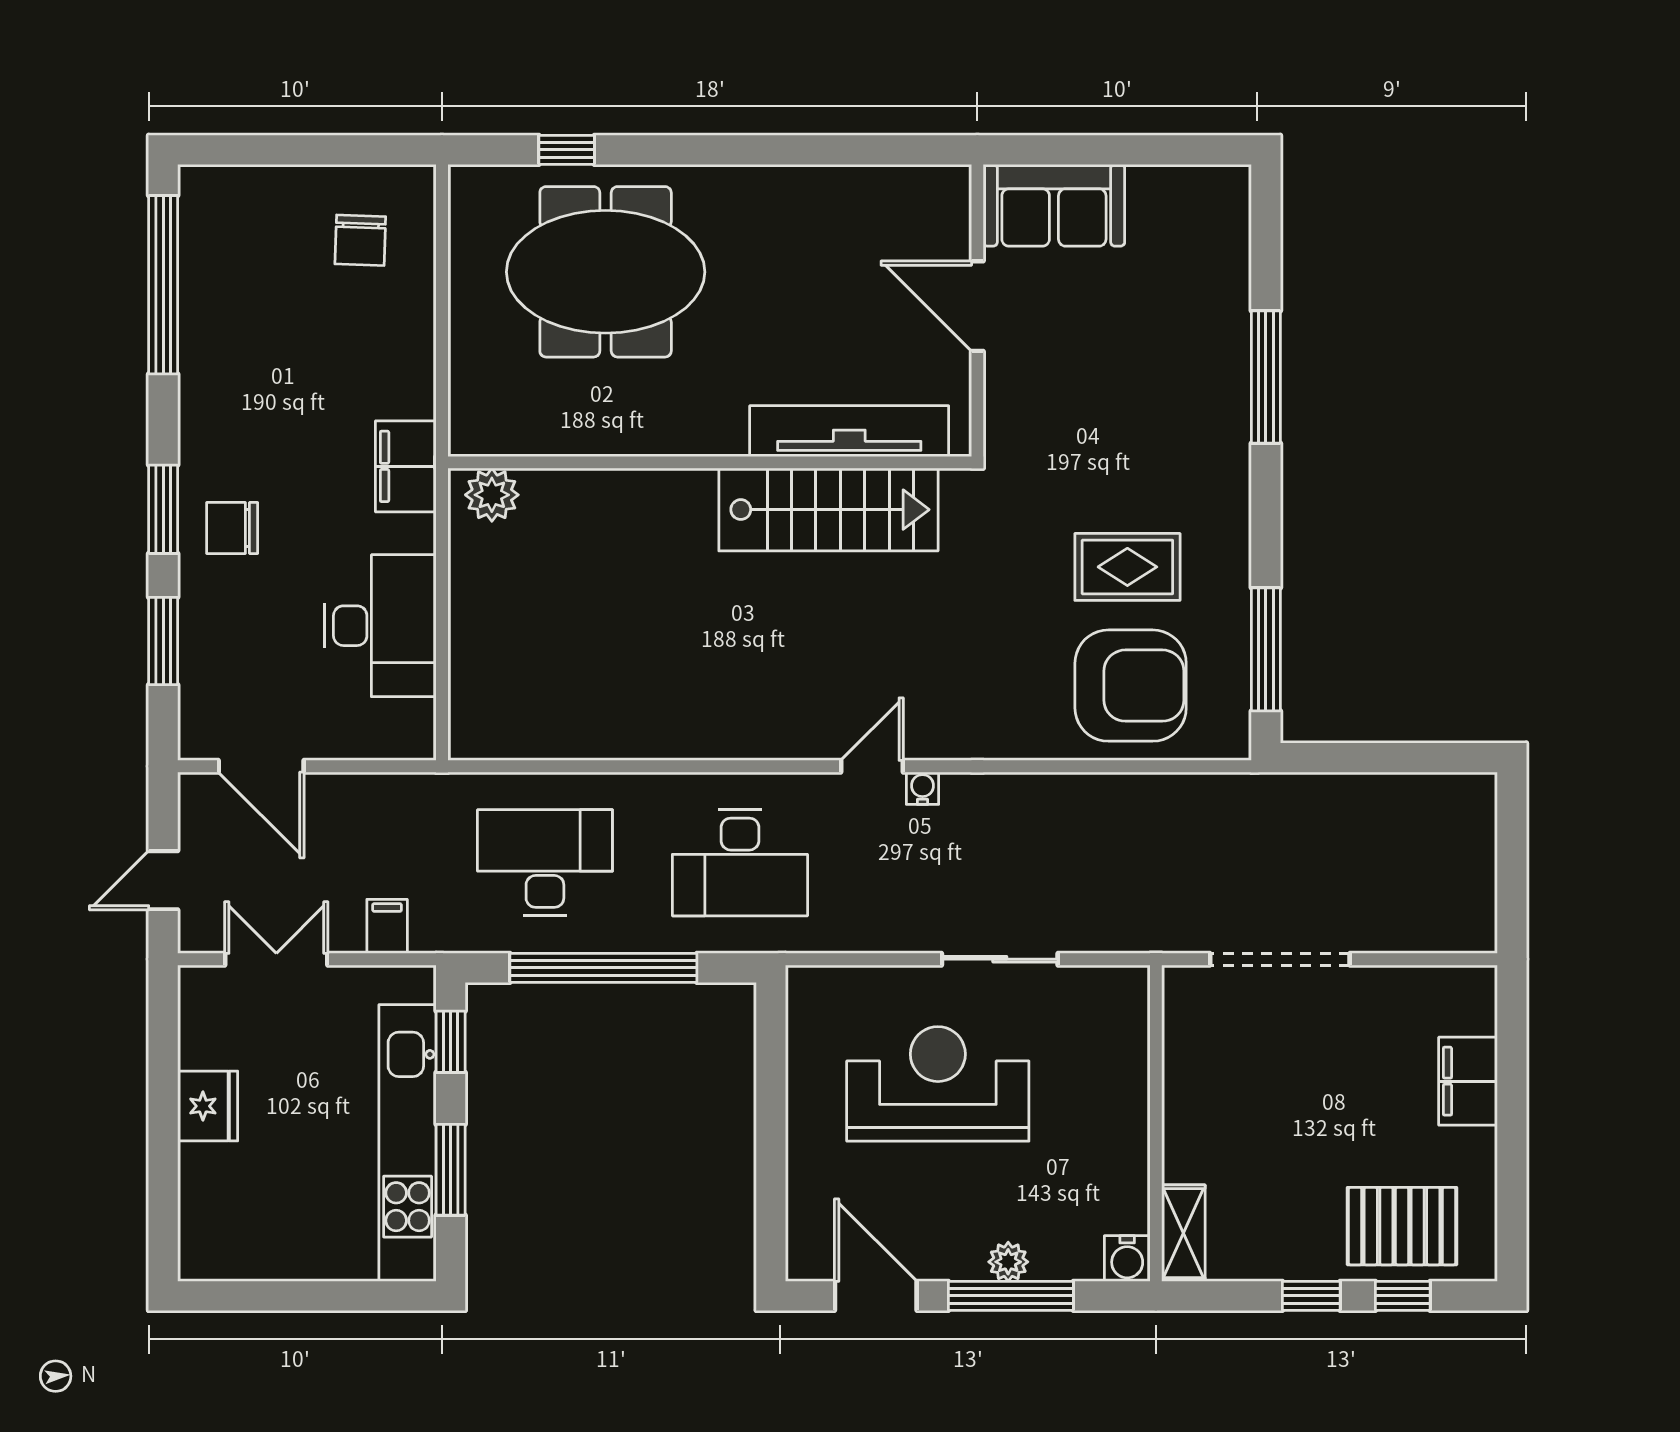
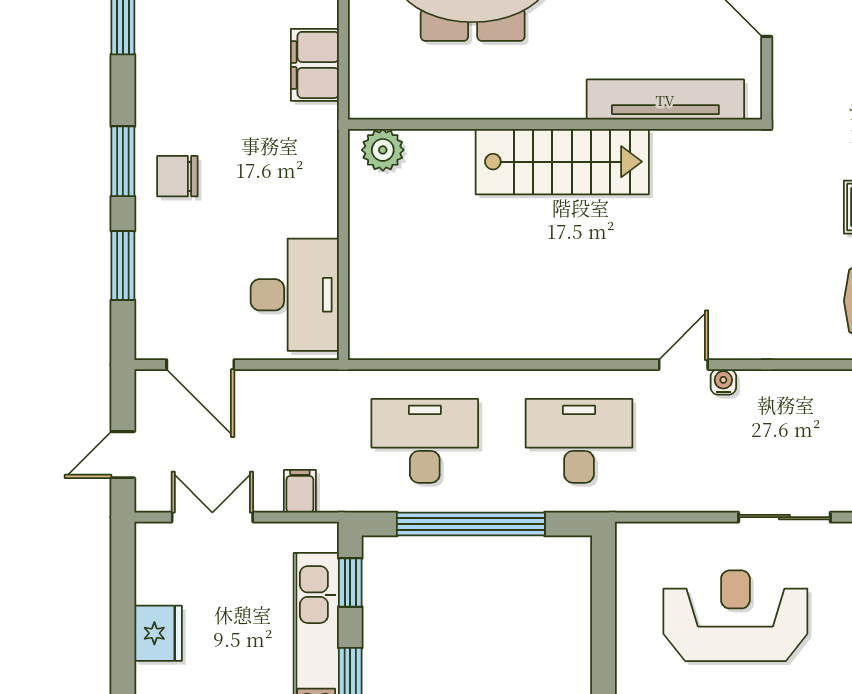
filing cabinet: (406, 466) -> (315, 65), moved
stairs: (828, 510) -> (562, 162), moved
desk: (380, 626) -> (295, 295), moved
desk: (740, 863) -> (579, 441), turned 180

